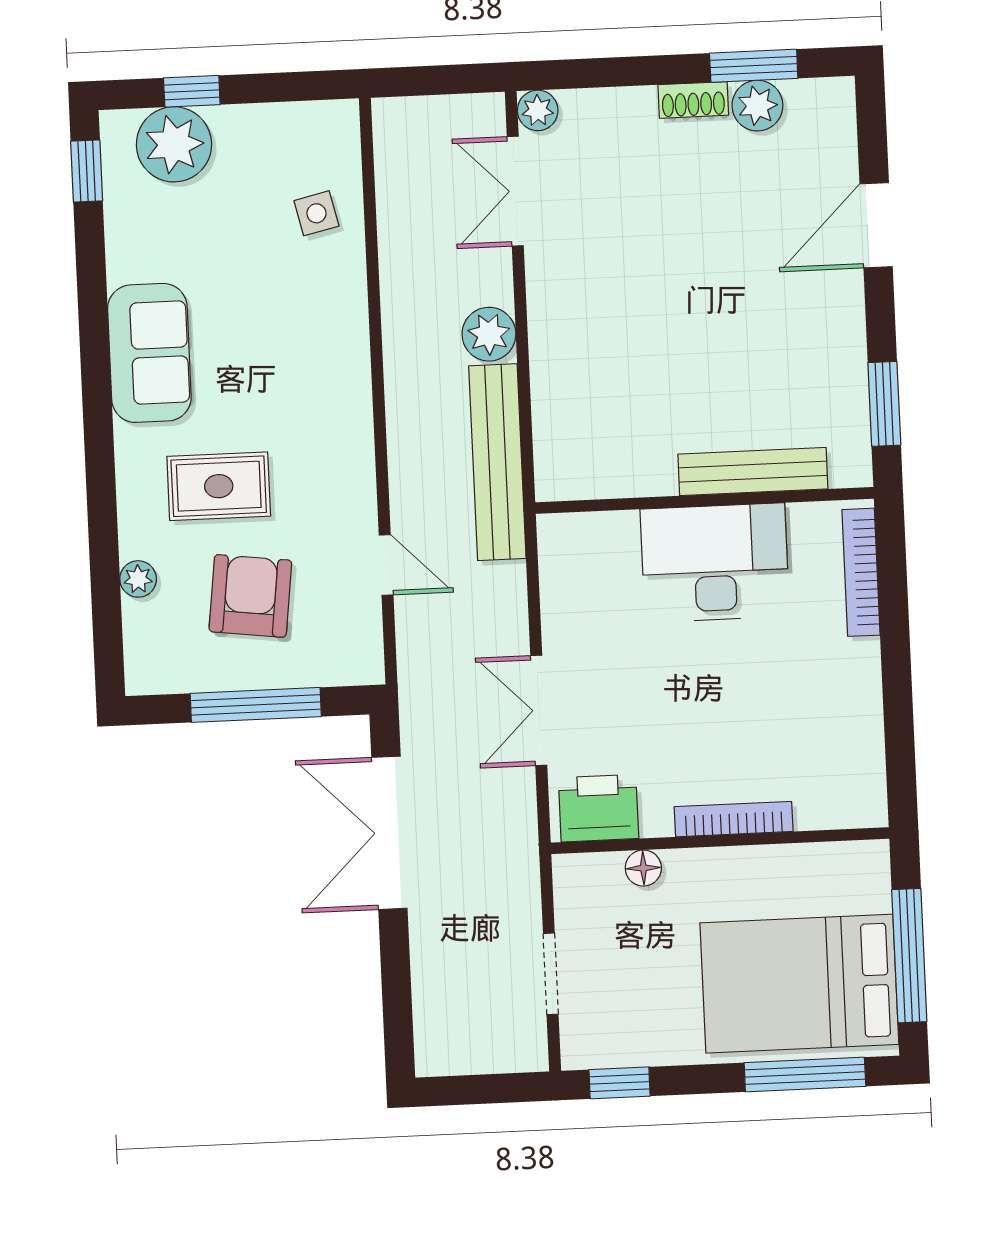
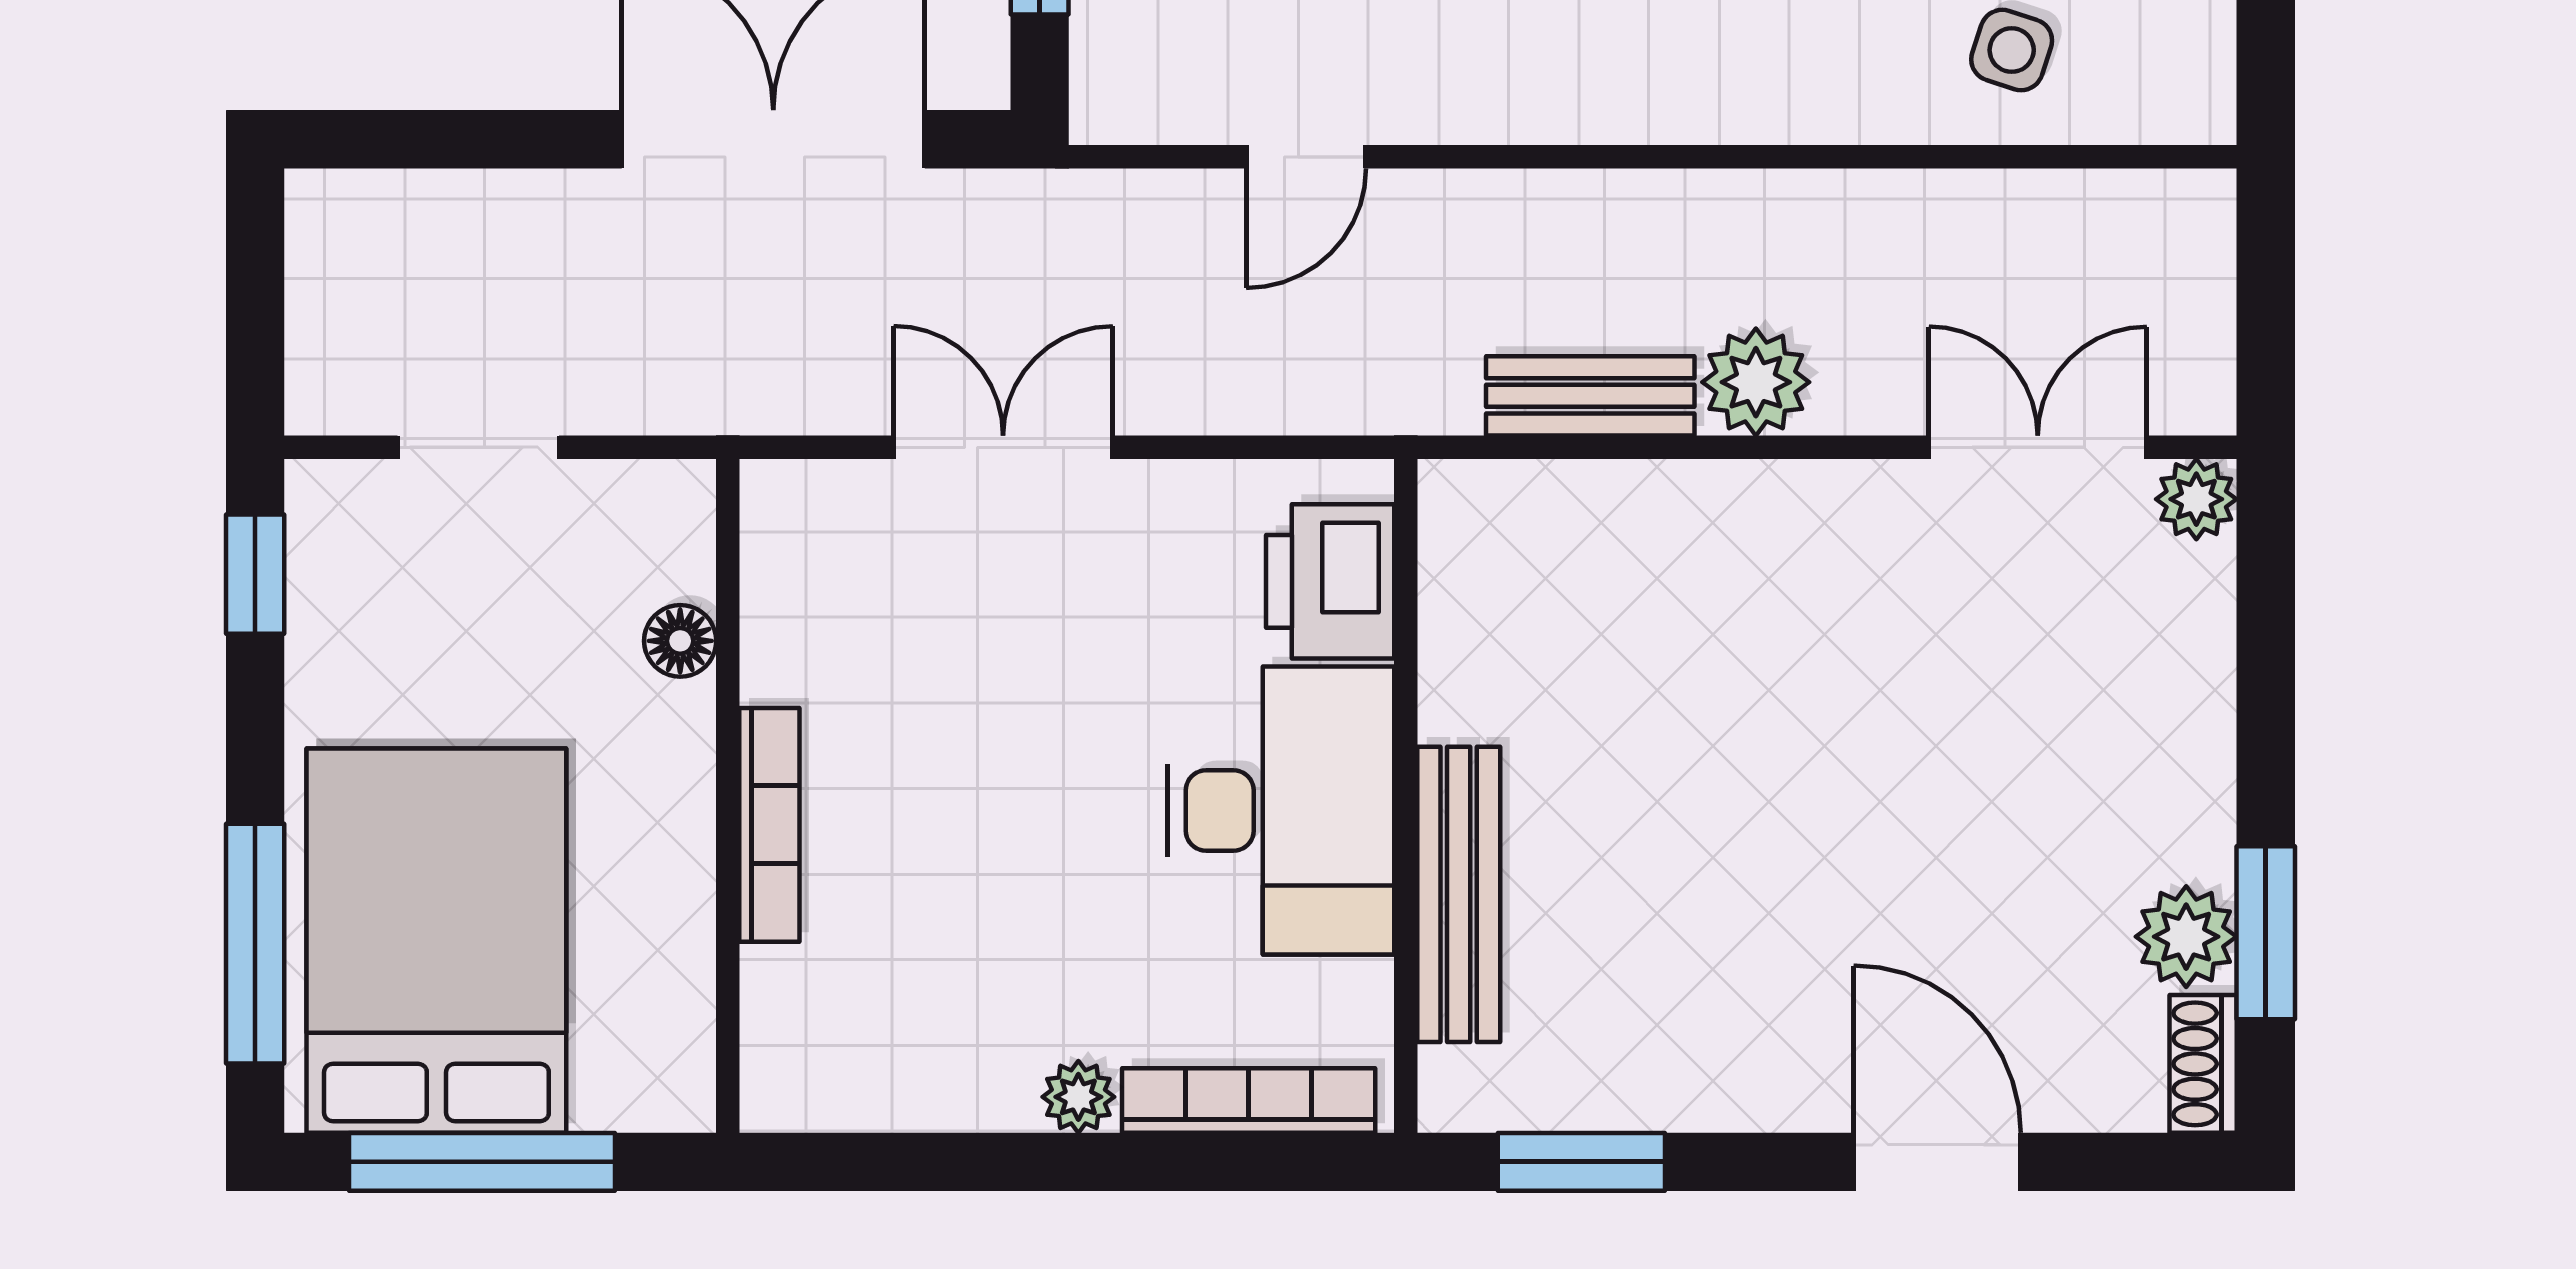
shoe rack: (693, 100) -> (2203, 1064), moved
side table: (316, 213) -> (2012, 50), turned 31
bench: (497, 462) -> (1590, 396), width x0.54, depth x0.82
plant: (863, 658) -> (1078, 1097), added
printer: (599, 808) -> (1330, 581), moved, turned 180

